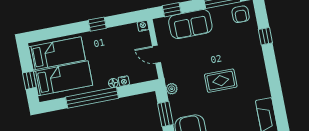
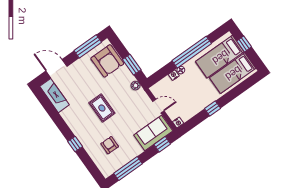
armchair: (241, 14) -> (110, 145), moved
sofa: (190, 24) -> (153, 133), moved
window: (265, 36) -> (75, 144), moved
rug: (221, 81) -> (102, 108), turned 90

